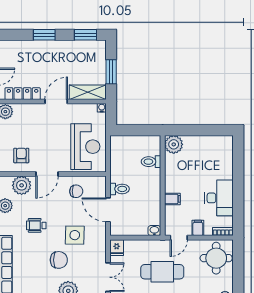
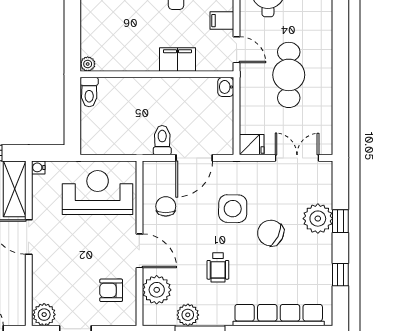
locker: (23, 94) -> (17, 288), removed
plant: (174, 144) -> (88, 64), width x0.53, depth x0.53
toilet: (151, 162) -> (89, 92), moved
filing cabinet: (172, 199) -> (177, 60), width x2.00
chair: (59, 260) -> (271, 233), turned -64

